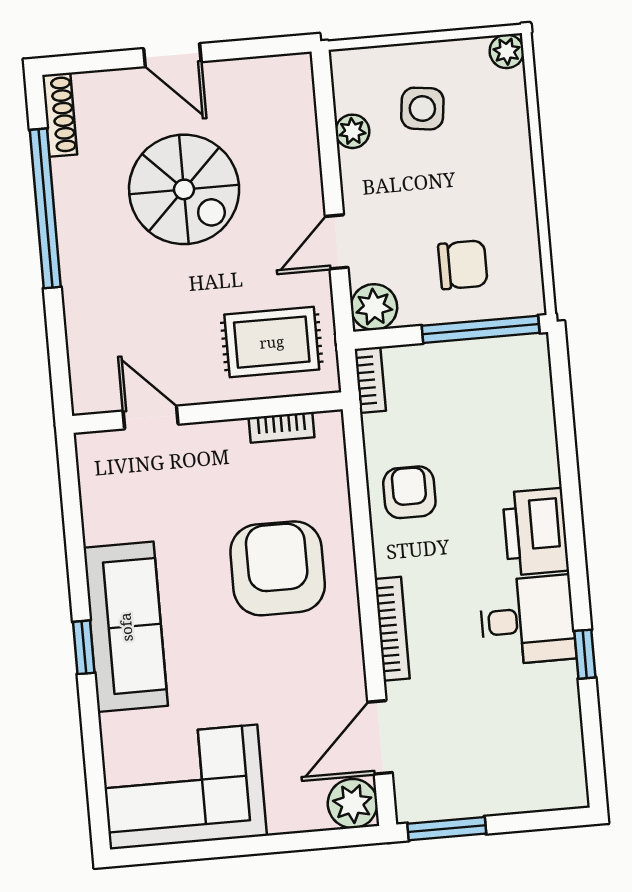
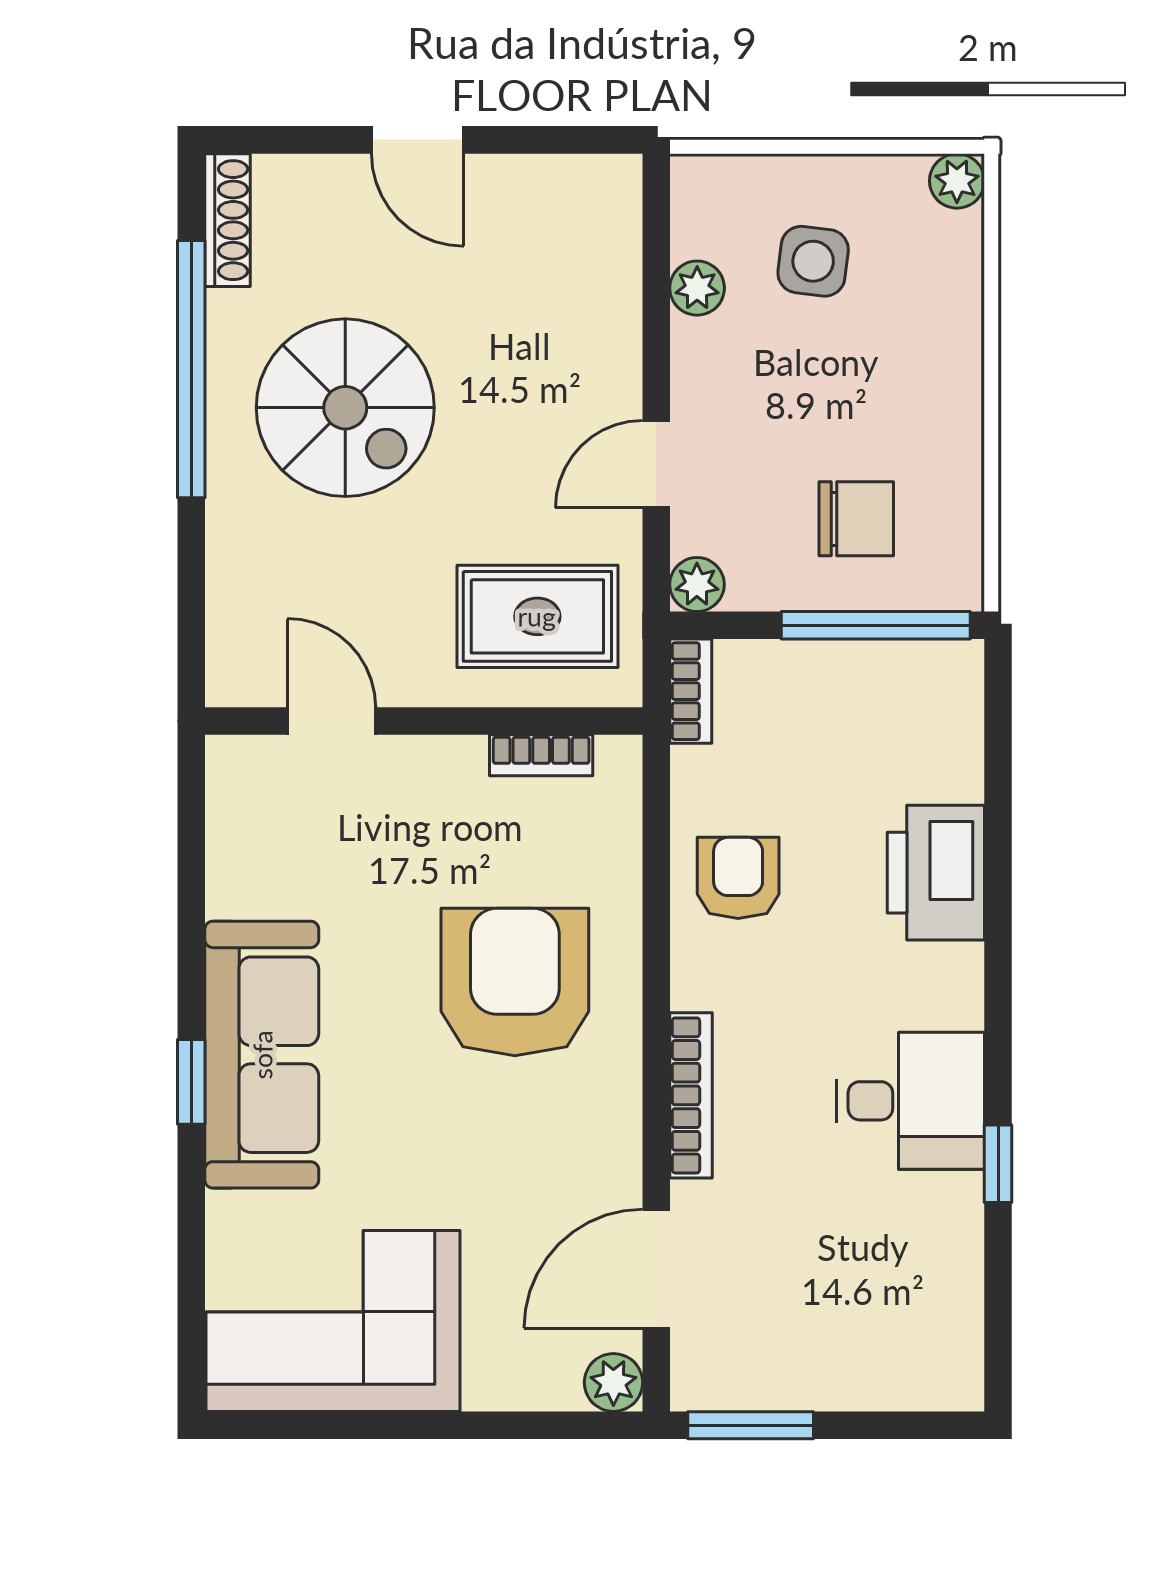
spiral stairs: (184, 189) -> (345, 408), moved
plant: (374, 307) -> (697, 584), width x0.73, depth x0.73
printer: (536, 532) -> (936, 873), moved
plant: (353, 804) -> (613, 1382), width x0.73, depth x0.73

